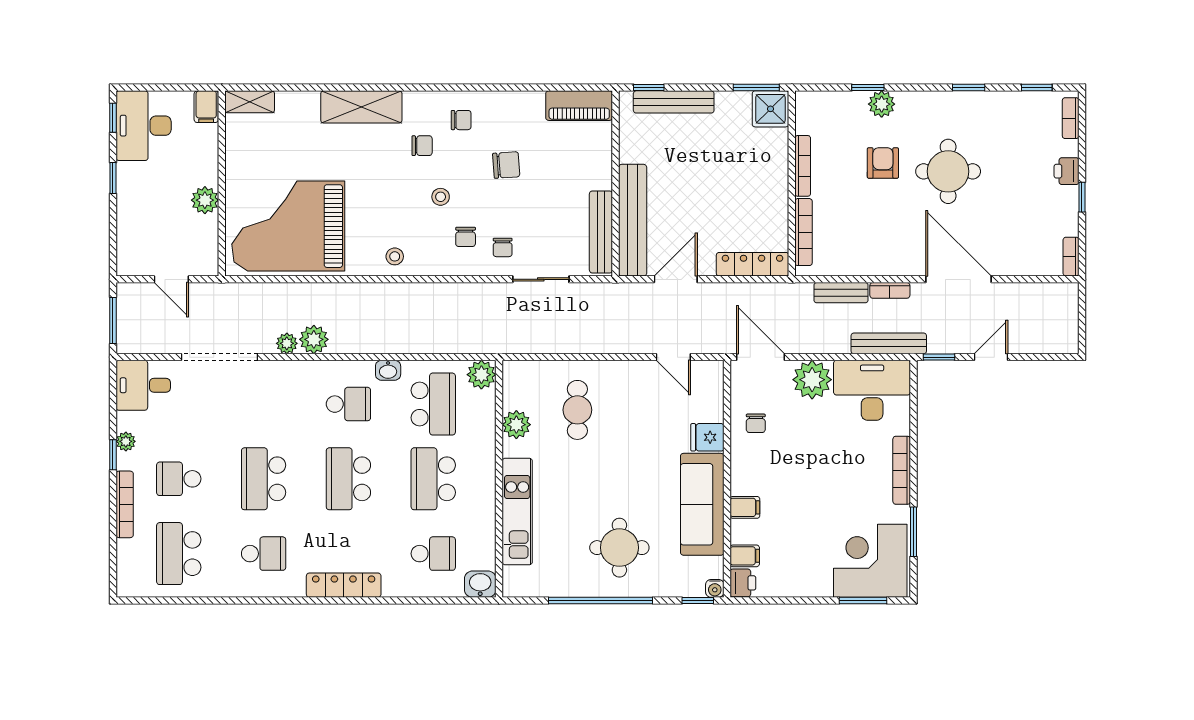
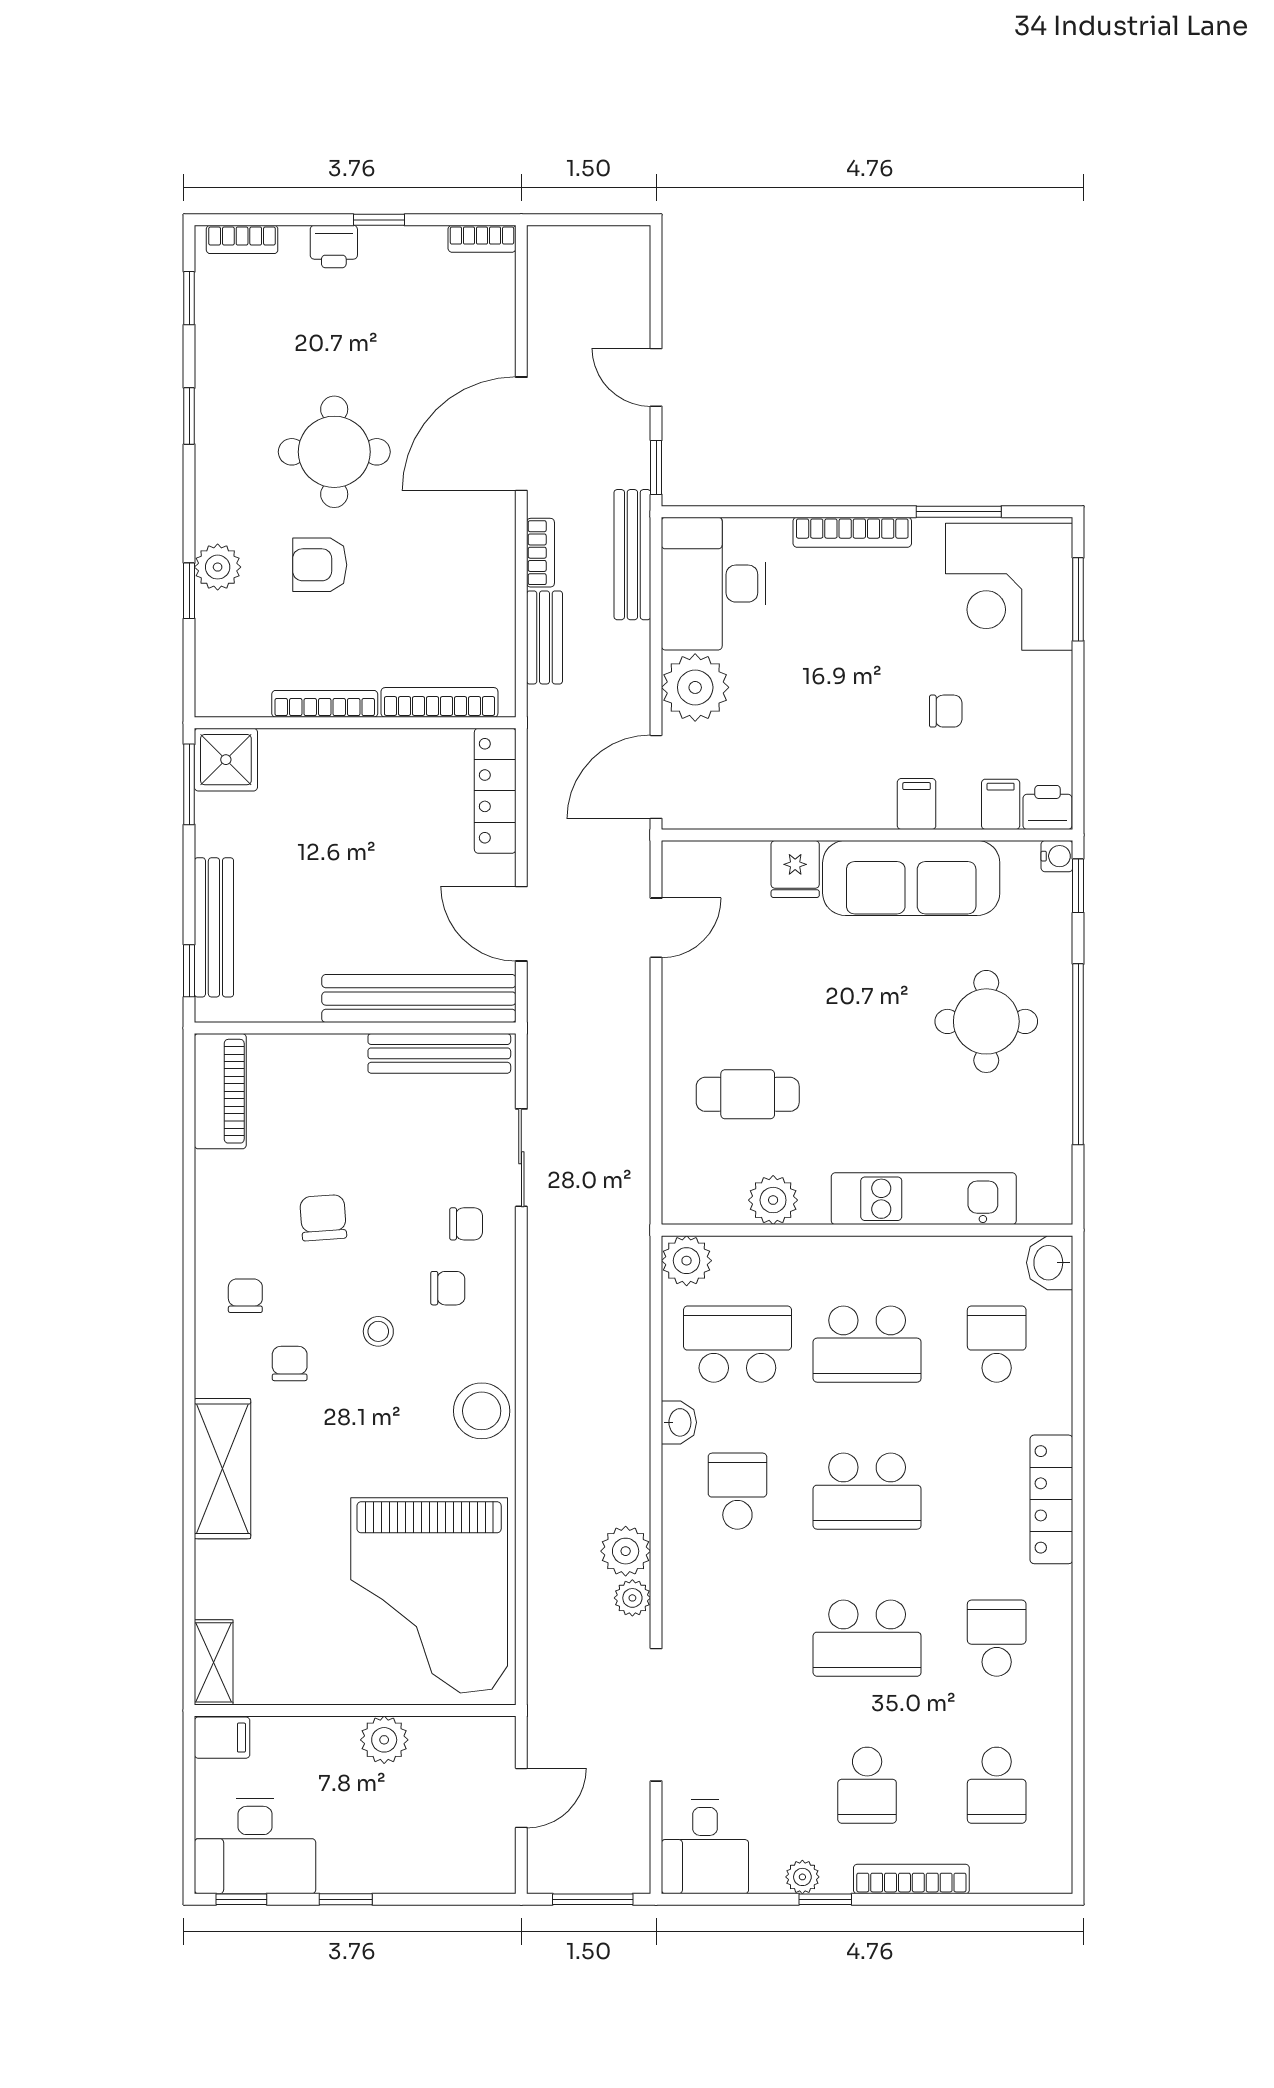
stool: (395, 256) -> (482, 1411), width x1.89, depth x1.89
chair: (756, 423) -> (946, 711), moved
school desk: (179, 554) -> (997, 1785), width x0.54

